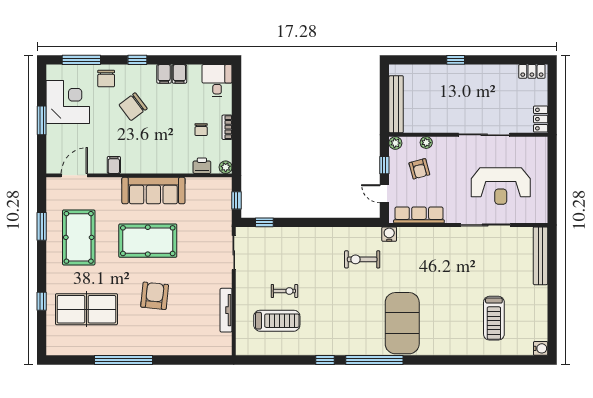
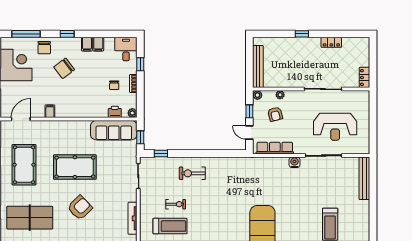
locker: (532, 71) -> (331, 42), moved
window: (236, 101) -> (140, 64), added
sofa: (153, 191) -> (114, 130), moved
water cooler: (389, 234) -> (295, 162), moved
exercise bike: (362, 259) -> (192, 173), moved
armchair: (155, 296) -> (80, 208), turned 40

